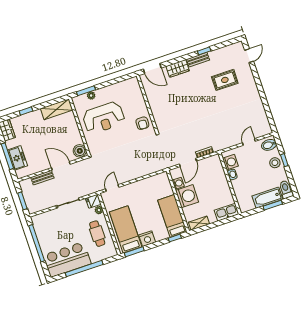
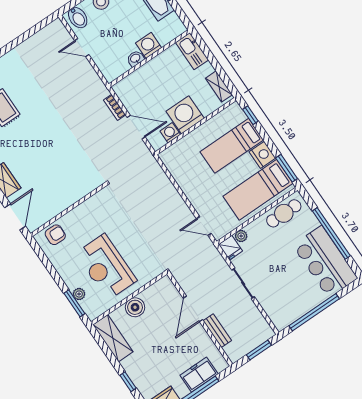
reception desk: (104, 118) -> (106, 267), turned 180
armchair: (142, 123) -> (55, 235), moved
boiler: (80, 151) -> (135, 307), moved
washing machine: (230, 162) -> (149, 45), moved
bed: (172, 216) -> (232, 146), moved
cafe table: (97, 234) -> (284, 213), moved

